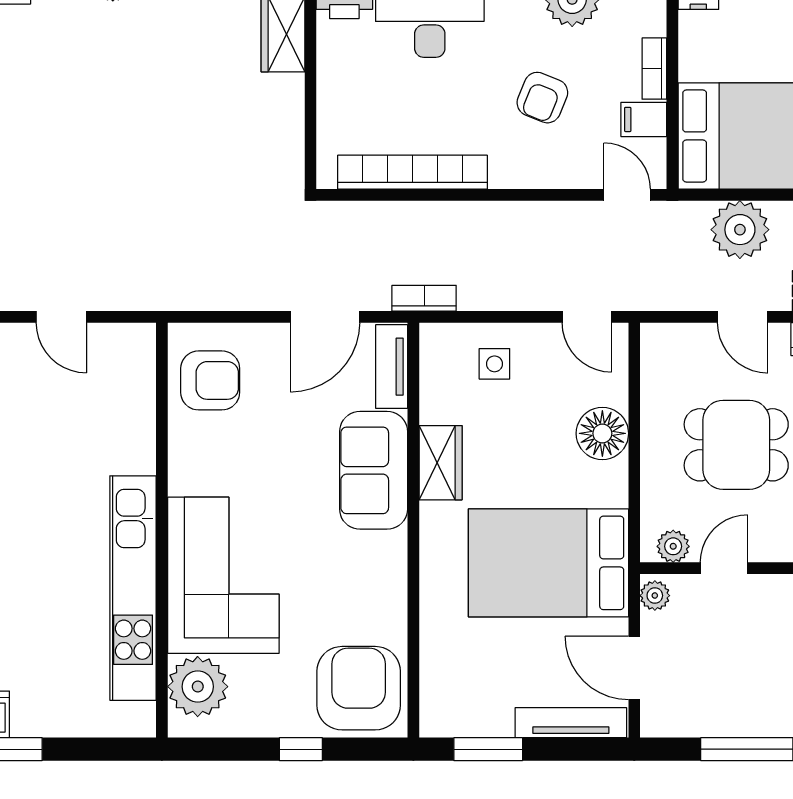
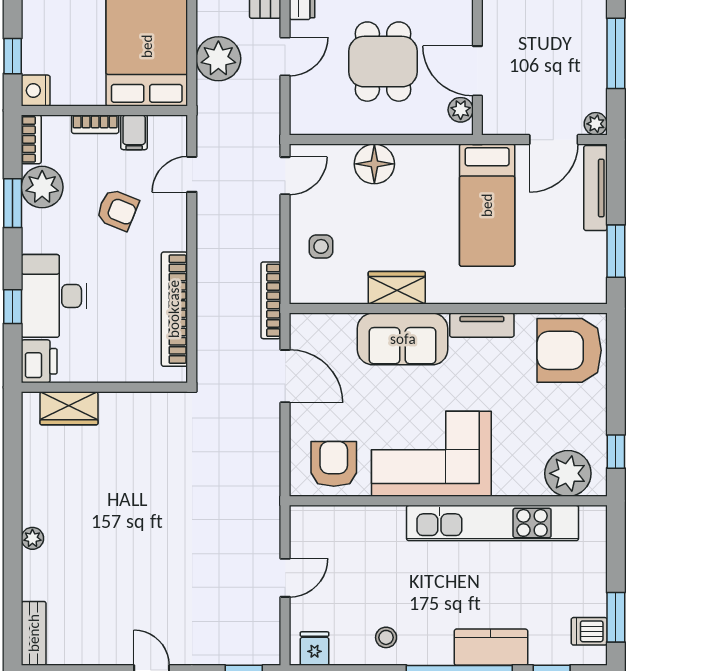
door: (627, 195) -> (192, 174), moved
bookcase: (424, 298) -> (271, 300), width x1.56
tv unit: (392, 367) -> (482, 325), moved
bed: (548, 563) -> (487, 205), width x0.67
door: (724, 568) -> (477, 71), width x1.38
corner sofa: (223, 575) -> (431, 454), moved
plant: (655, 596) -> (596, 124), moved
window: (301, 749) -> (616, 452), moved

